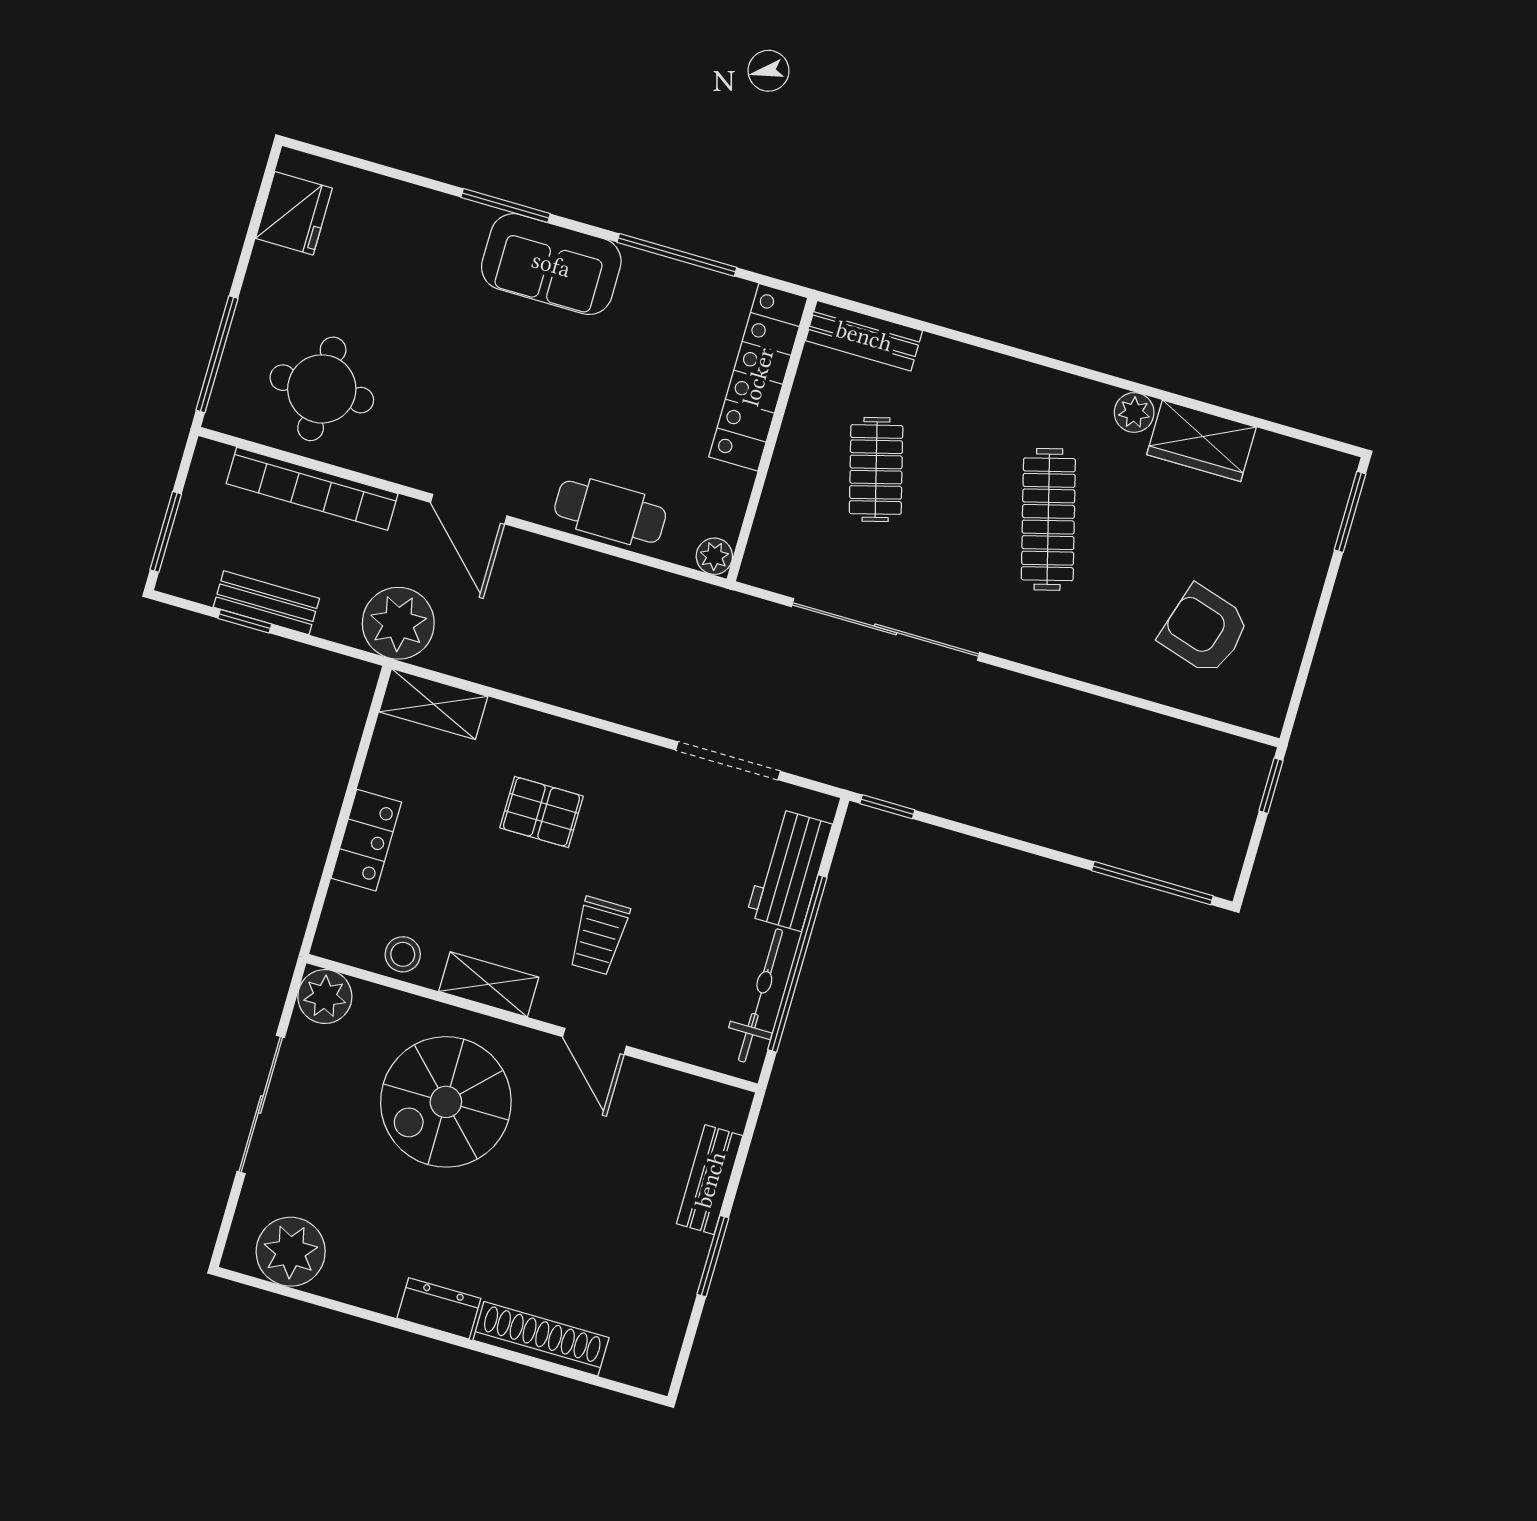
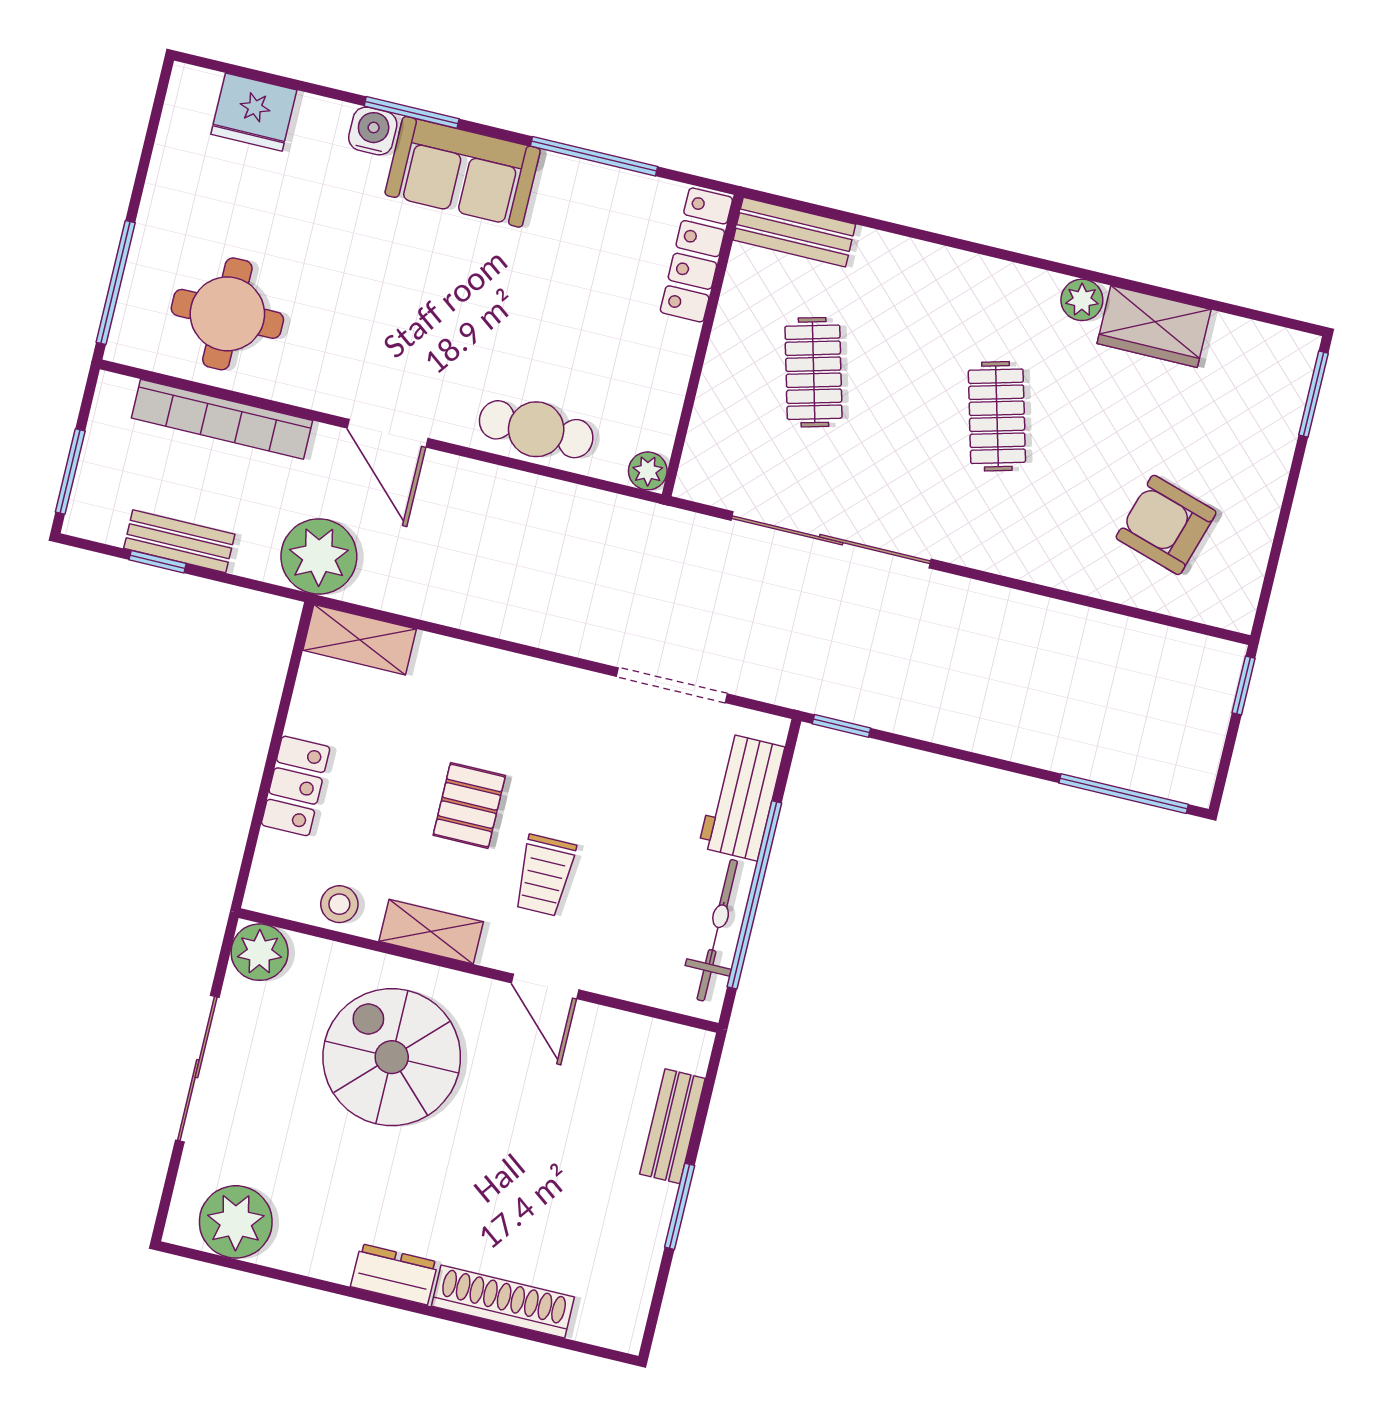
fridge: (294, 213) -> (254, 112), moved, turned 90
water cooler: (468, 221) -> (373, 131), added
locker: (758, 377) -> (696, 255), width x0.71, depth x0.83
clothes rail: (1048, 519) -> (997, 416), width x0.73
pallet: (542, 812) -> (469, 805), moved, turned 90
spiral stairs: (446, 1102) -> (392, 1057), turned 90

